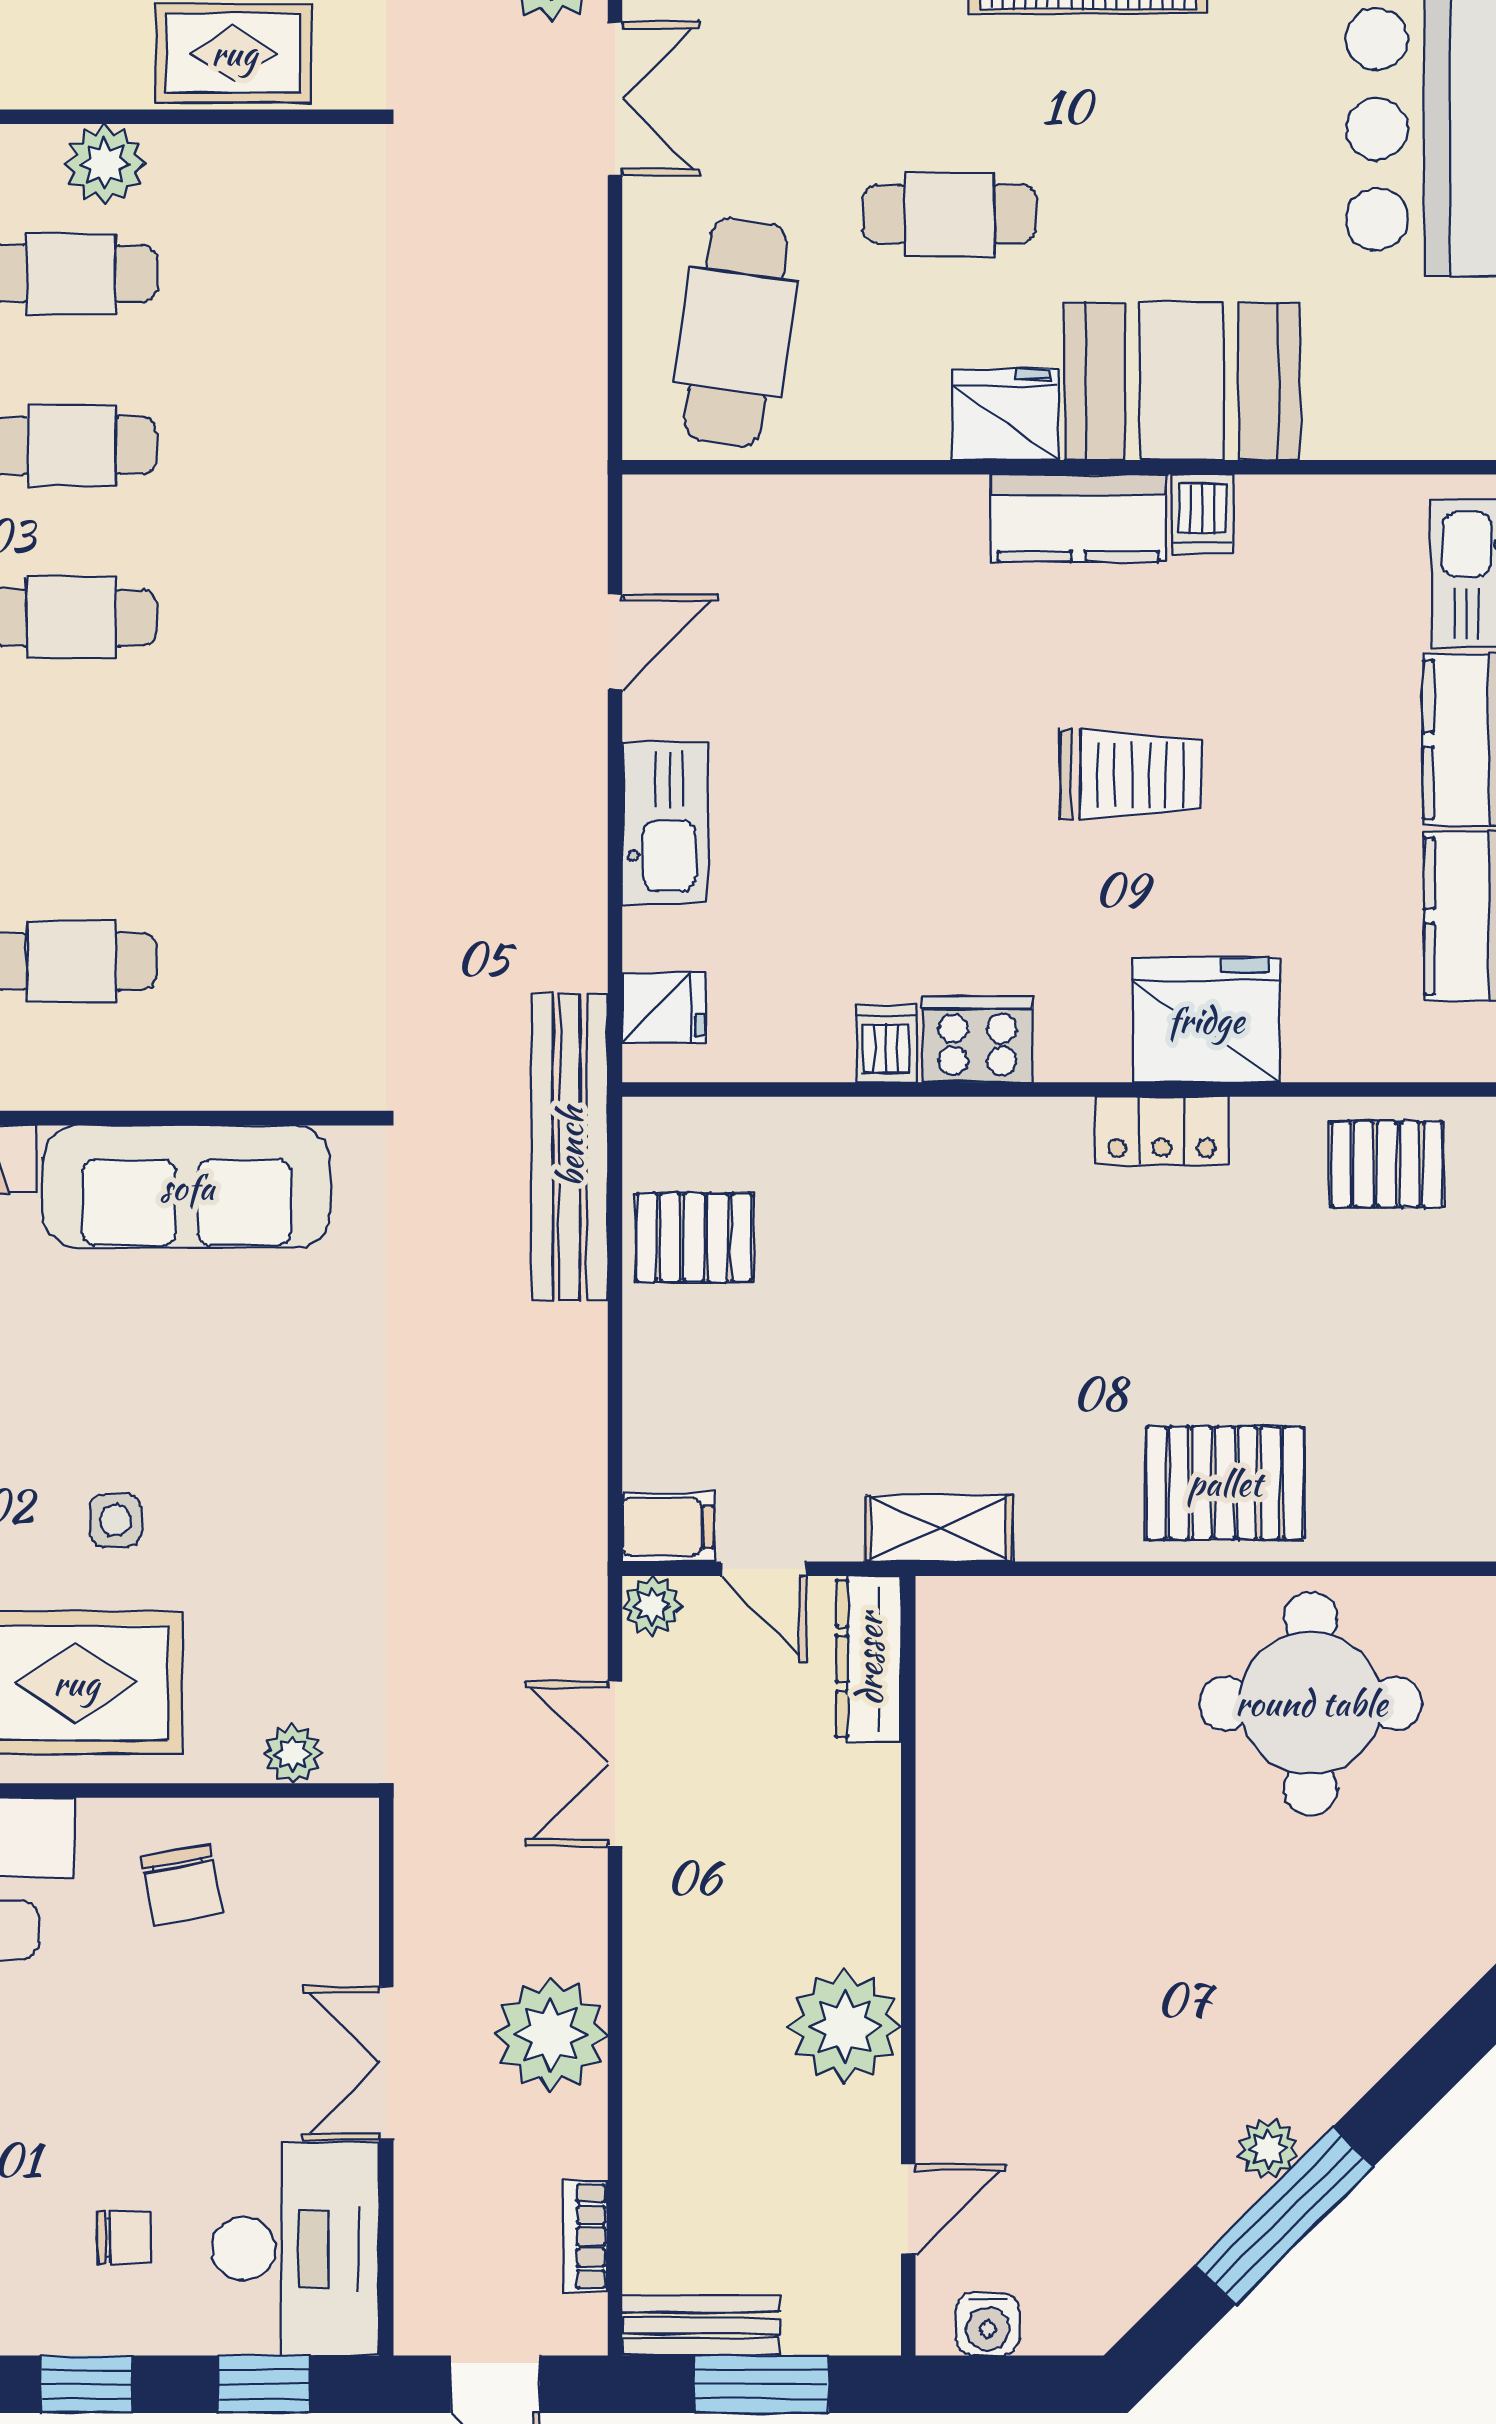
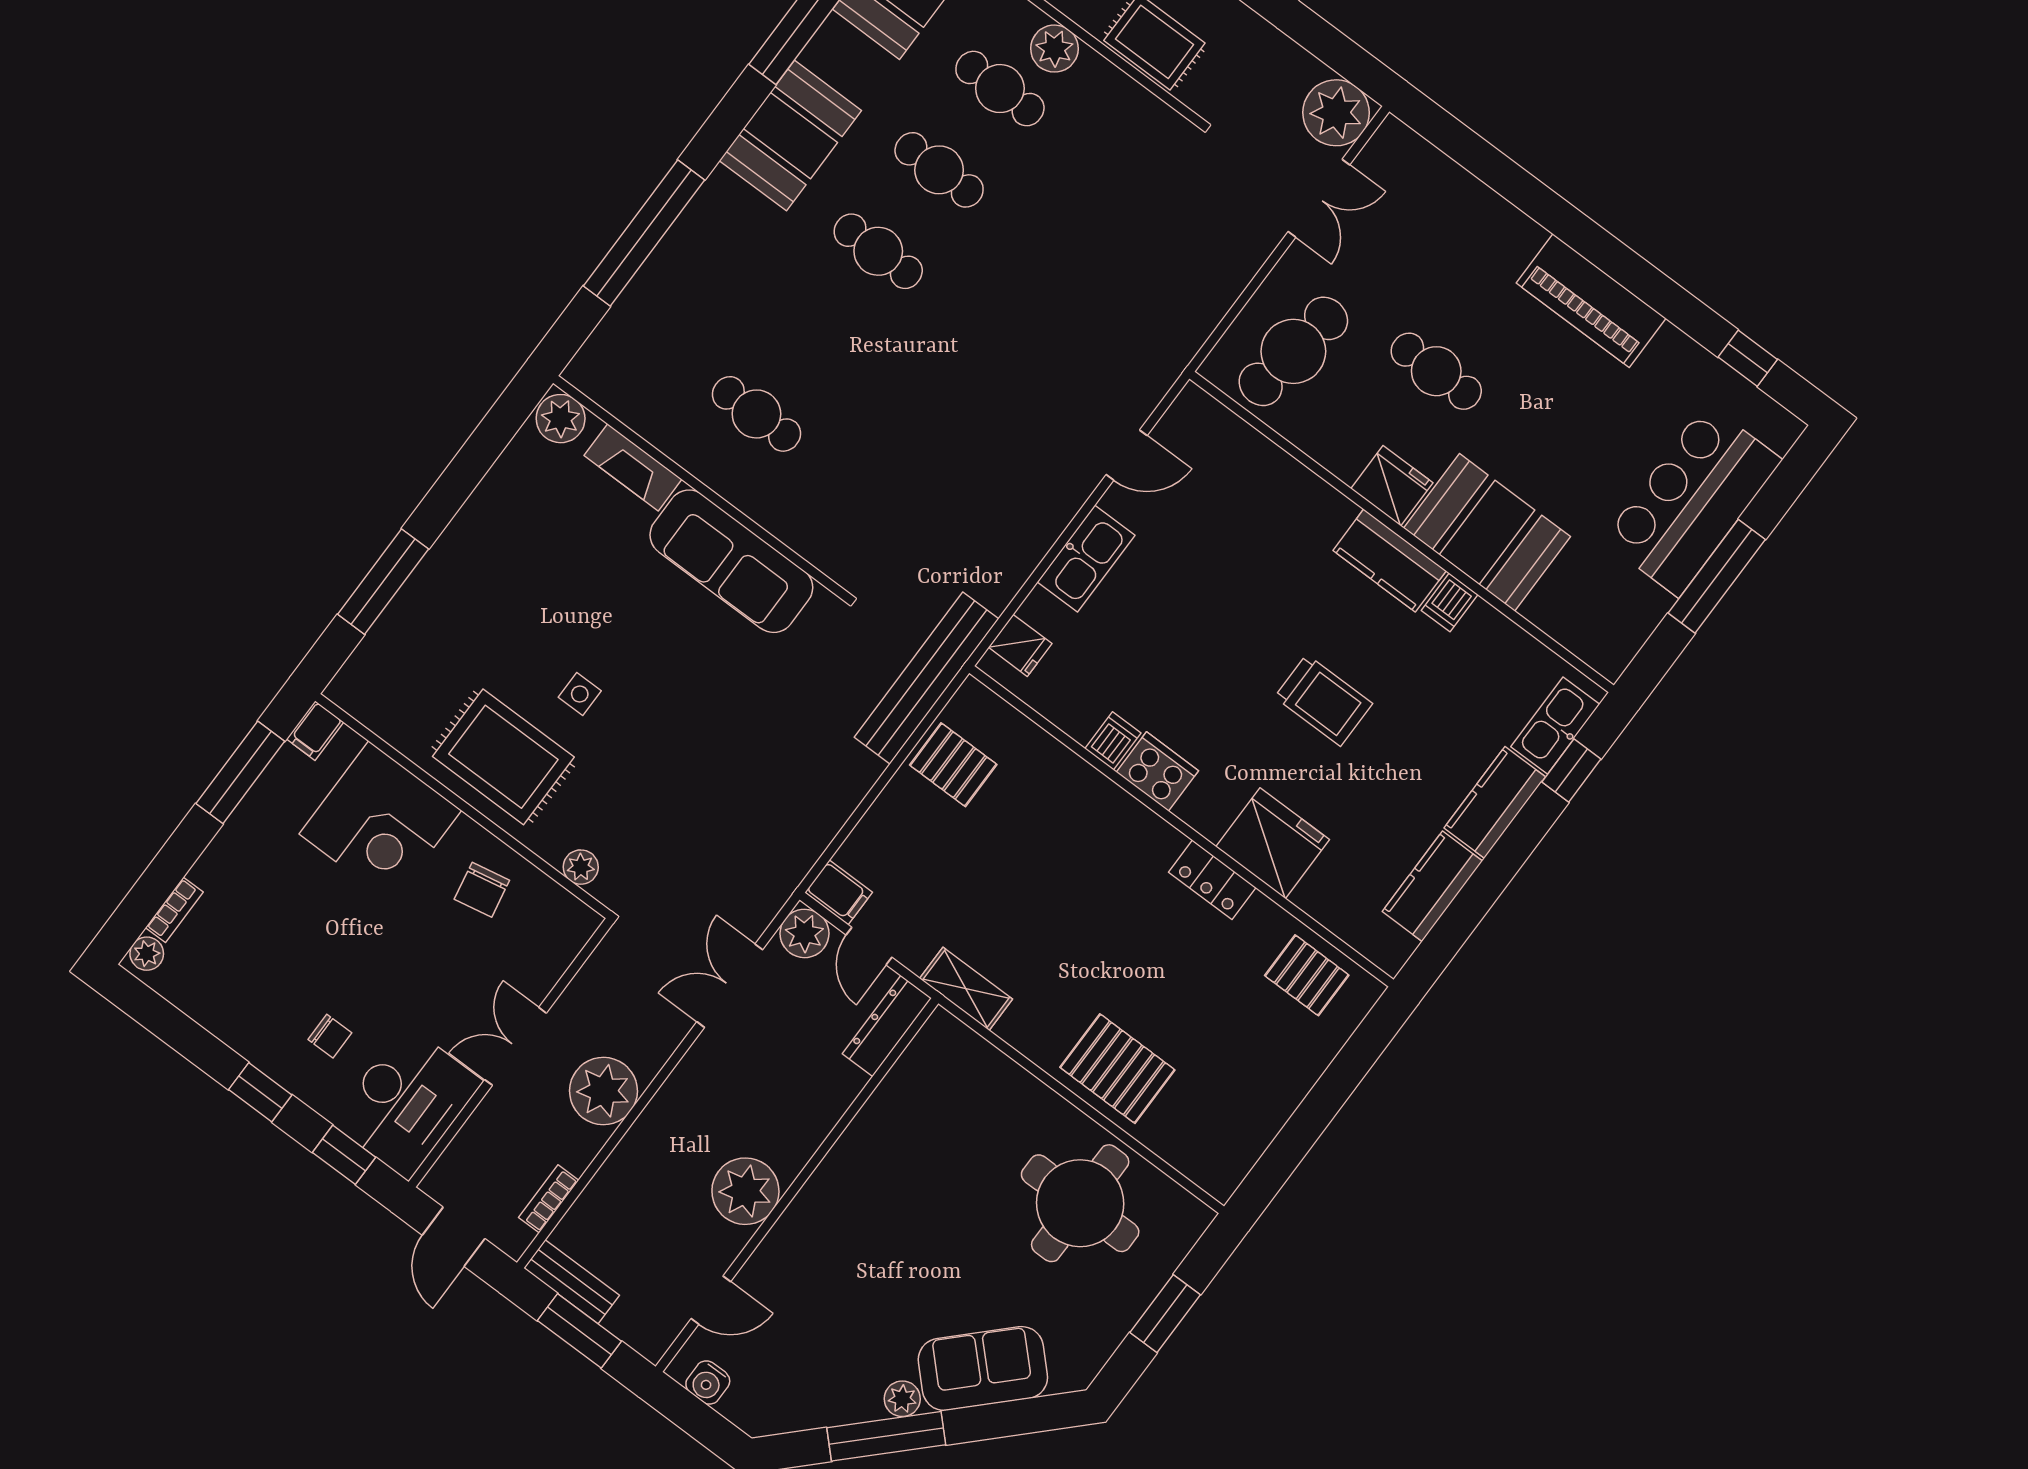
plant: (652, 1606) -> (804, 933), width x1.38, depth x1.38
sofa: (1346, 2026) -> (983, 1369), added

